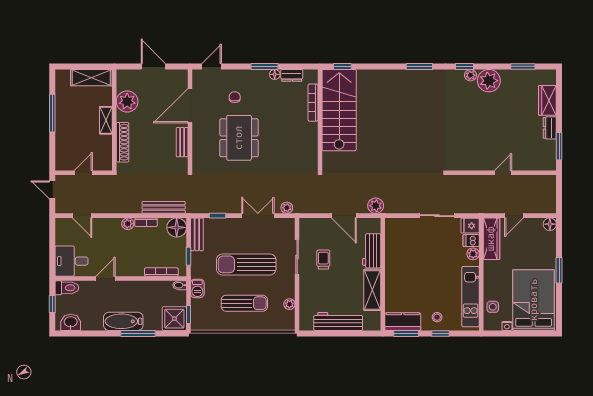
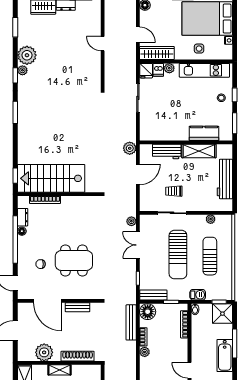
window: (264, 66) -> (15, 240), width x2.11
side table: (493, 307) -> (199, 49), moved
kitchen counter: (403, 322) -> (204, 133), moved, turned 90

